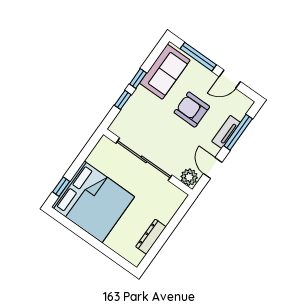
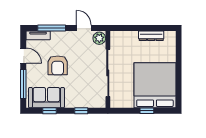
window: (138, 78) -> (49, 111), moved
tv unit: (226, 132) -> (38, 35), moved
door: (213, 168) -> (84, 28), swing flipped
window: (61, 187) -> (147, 111), moved

